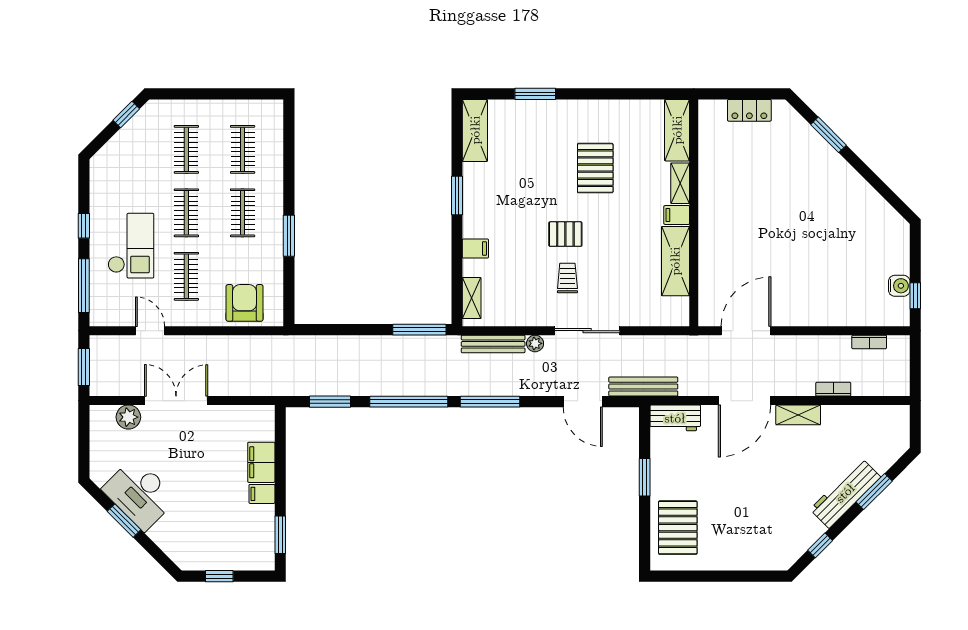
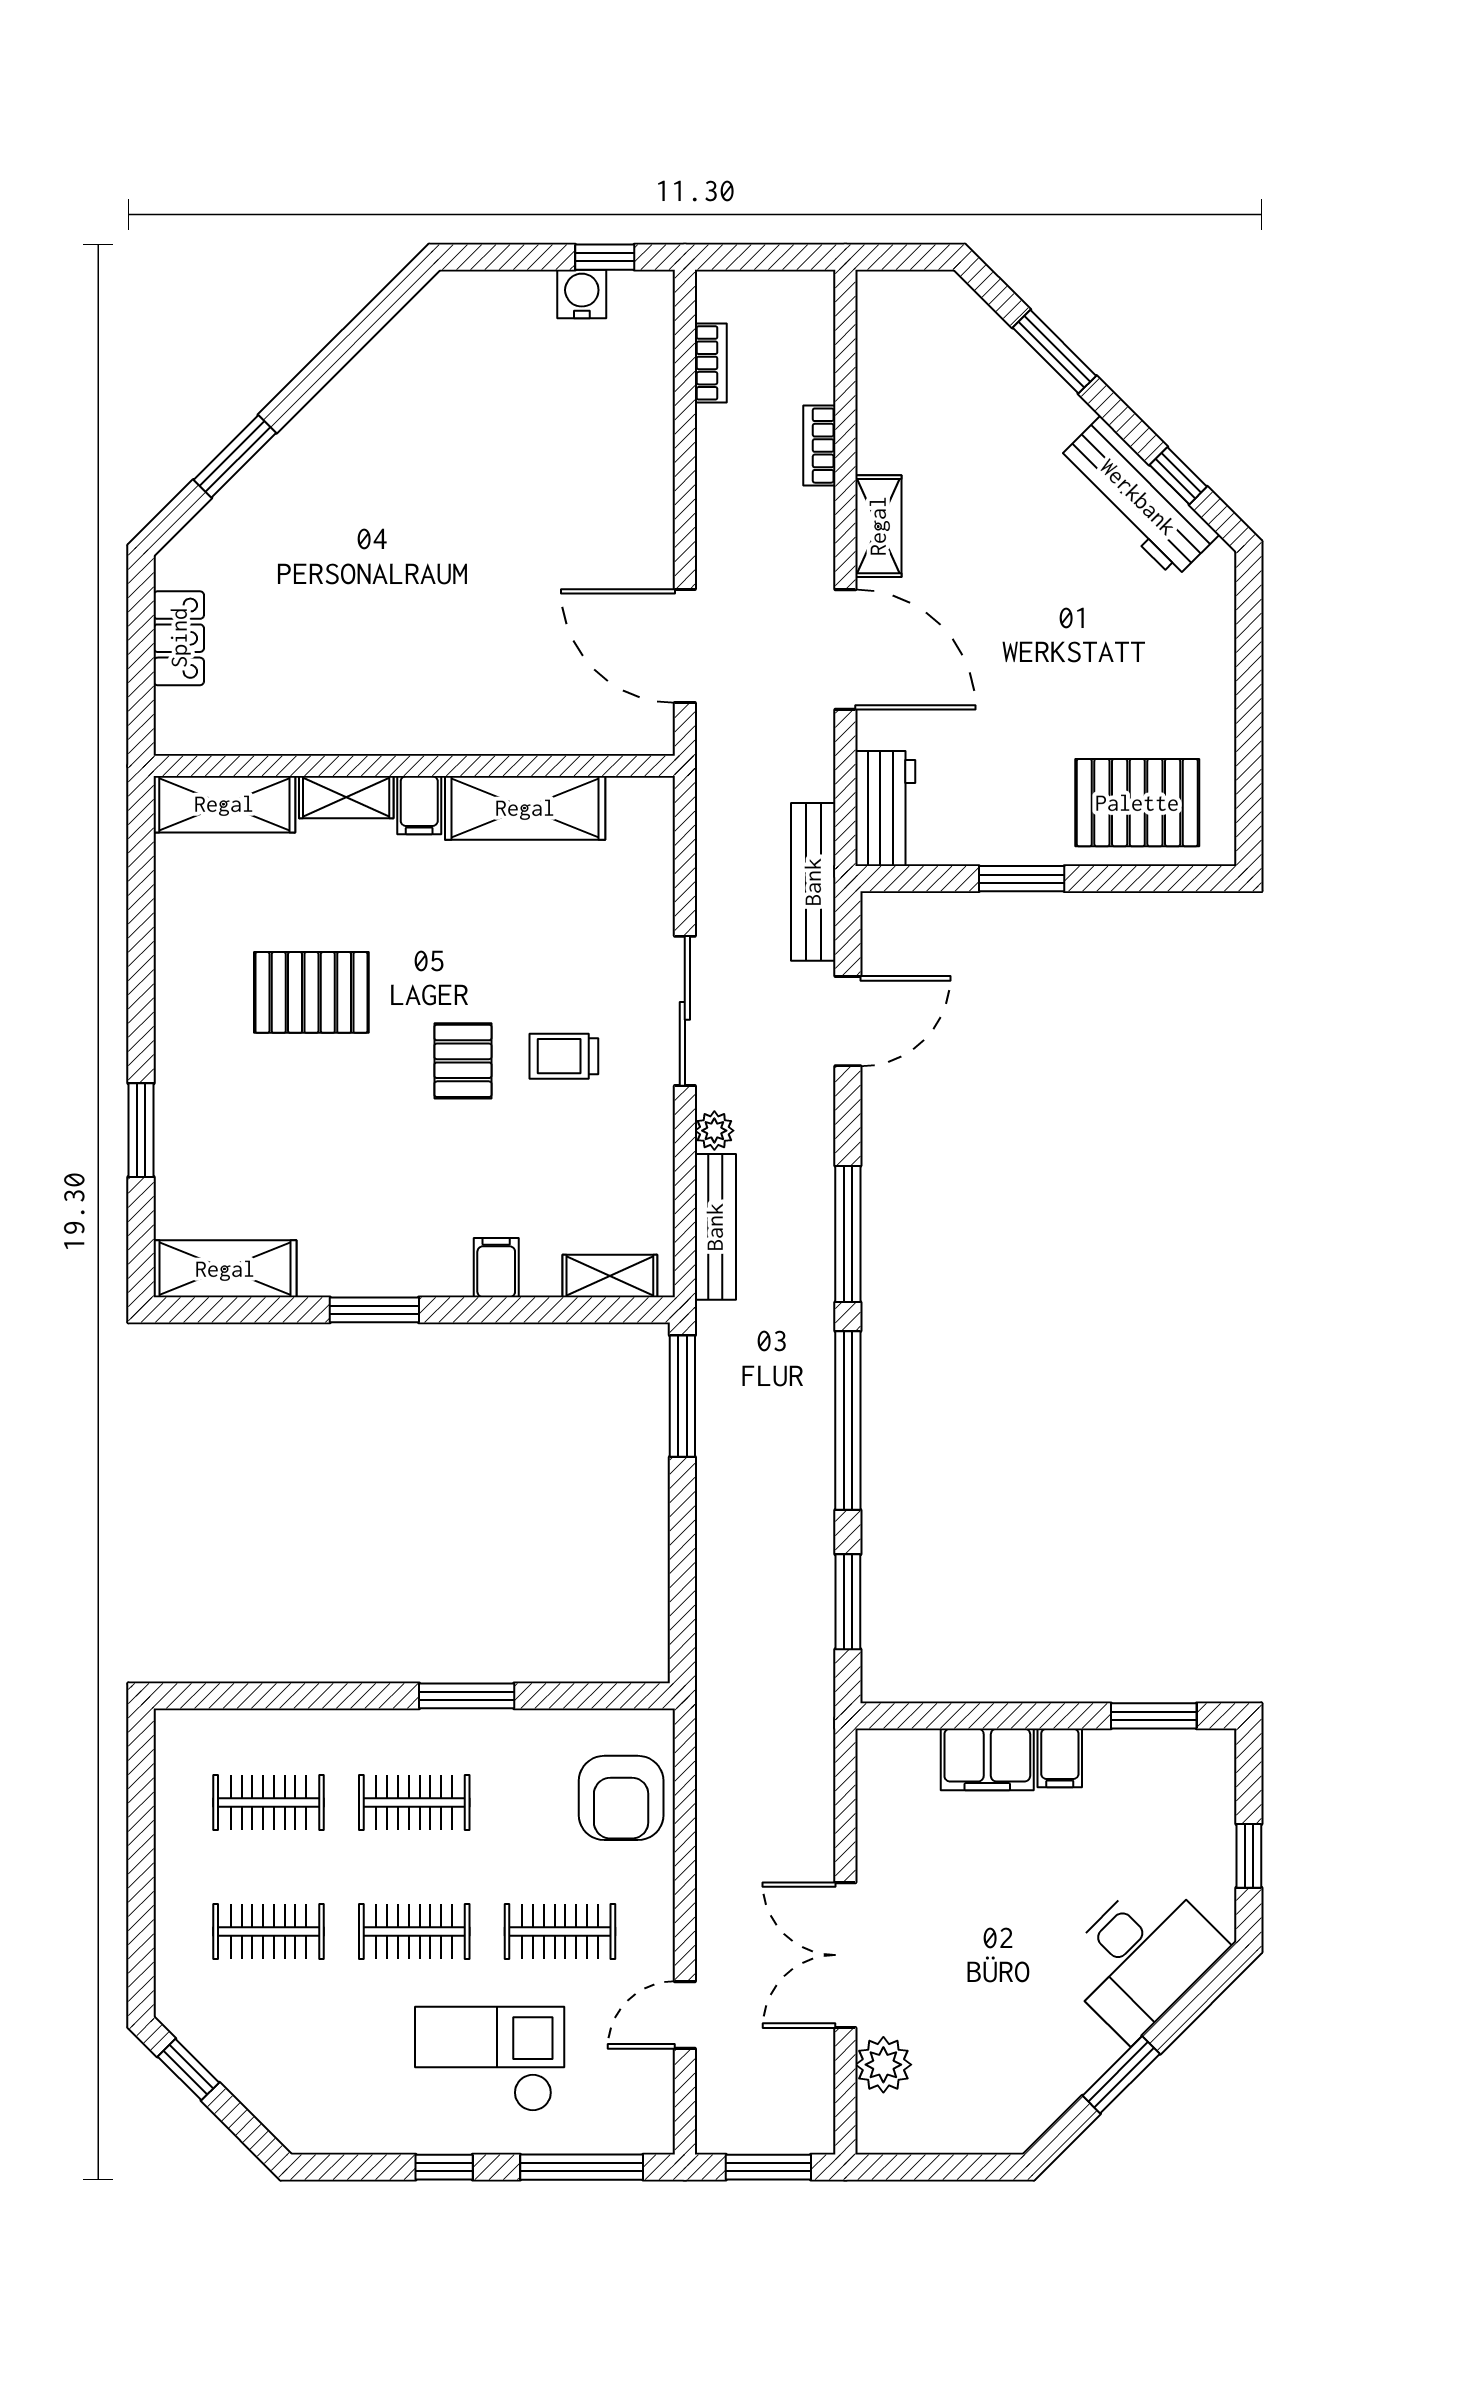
armchair: (244, 303) -> (621, 1798), turned -90
workbench: (845, 493) -> (1138, 497), moved
desk: (140, 494) -> (1142, 1957), moved

